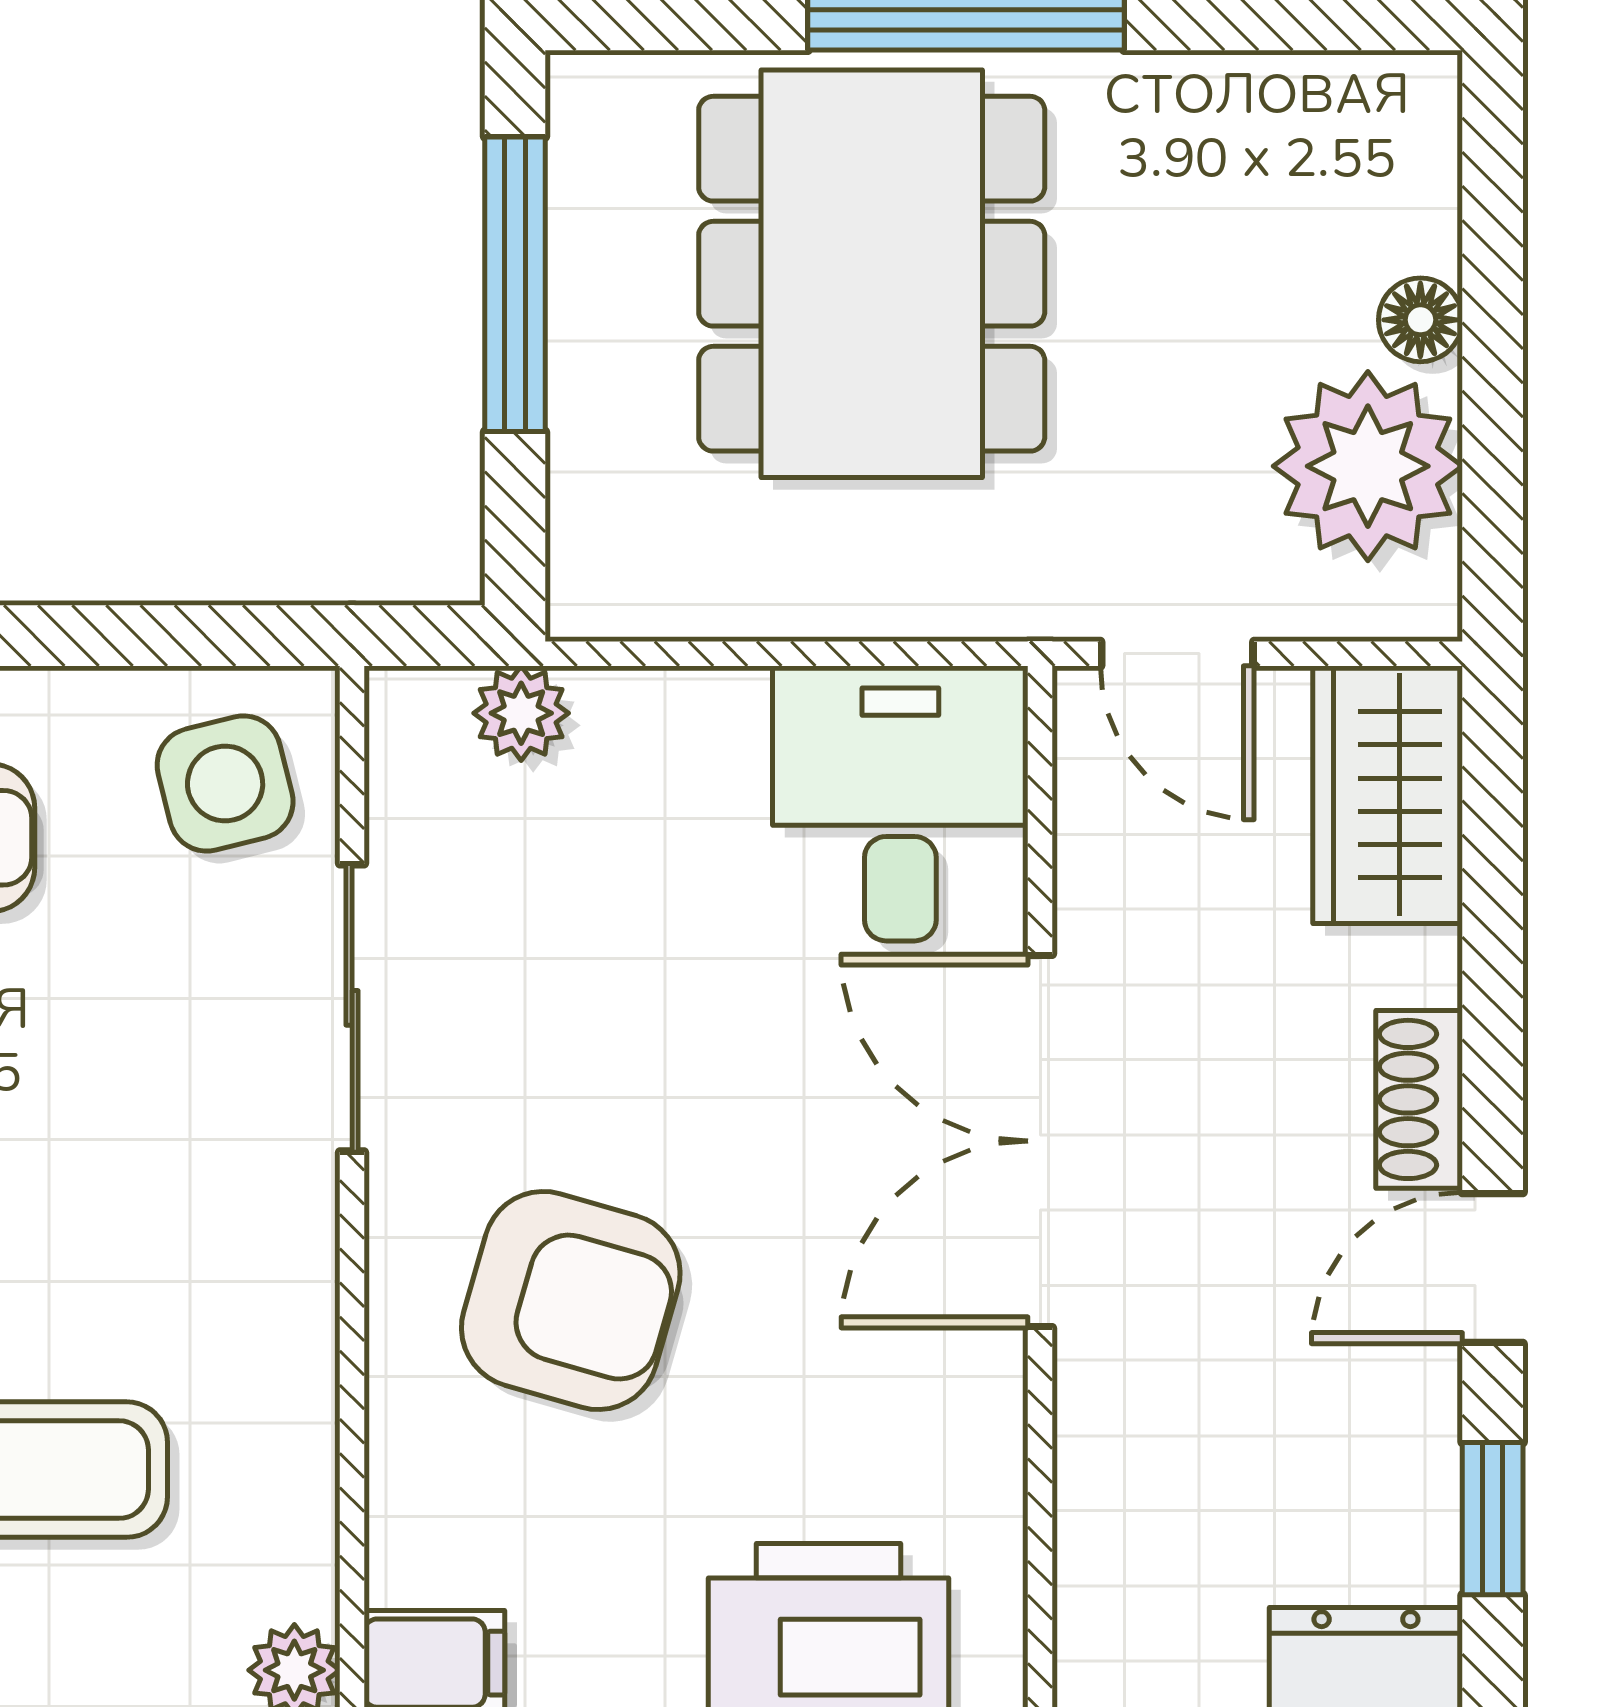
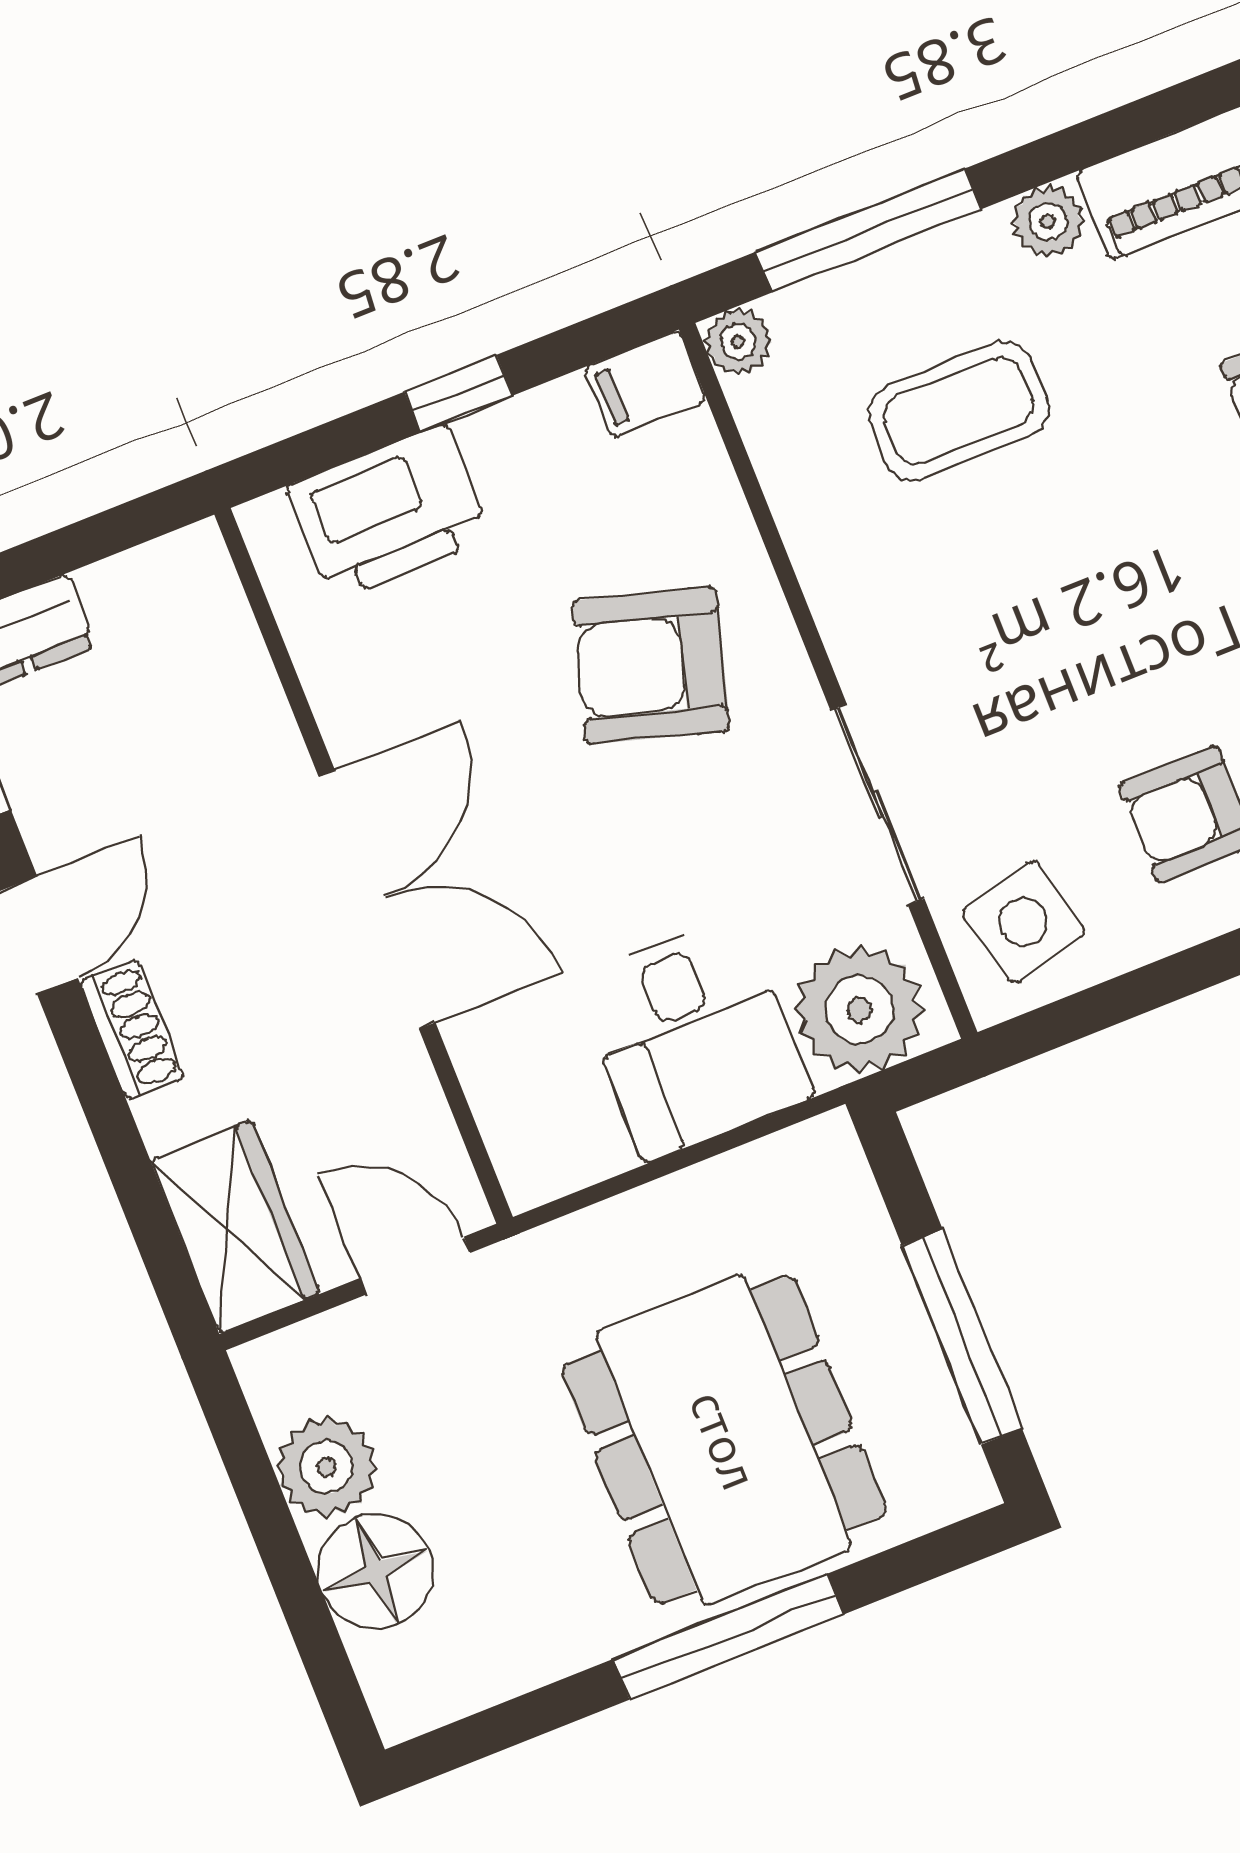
floor lamp: (1420, 320) -> (376, 1571), width x1.89, depth x1.89
plant: (1368, 466) -> (327, 1467), width x0.73, depth x0.73
plant: (521, 713) -> (859, 1010), width x1.88, depth x1.88
desk: (900, 803) -> (693, 1038), moved

